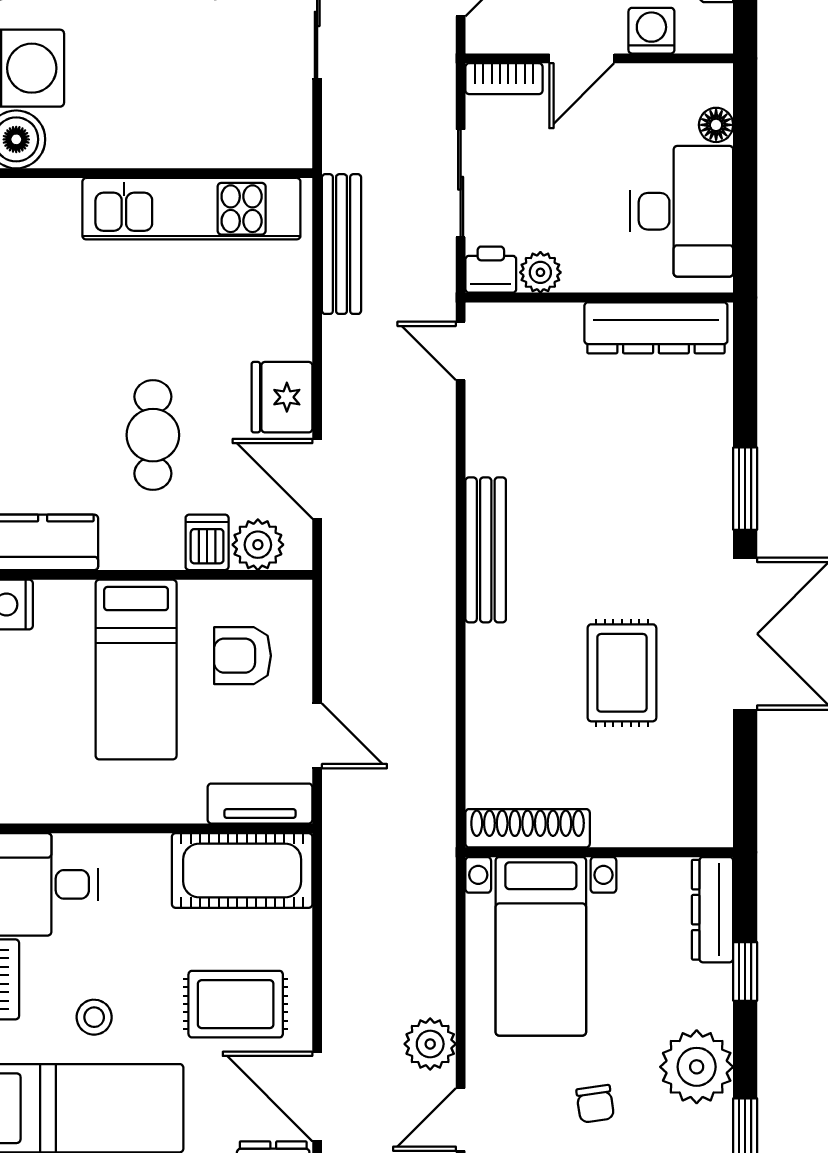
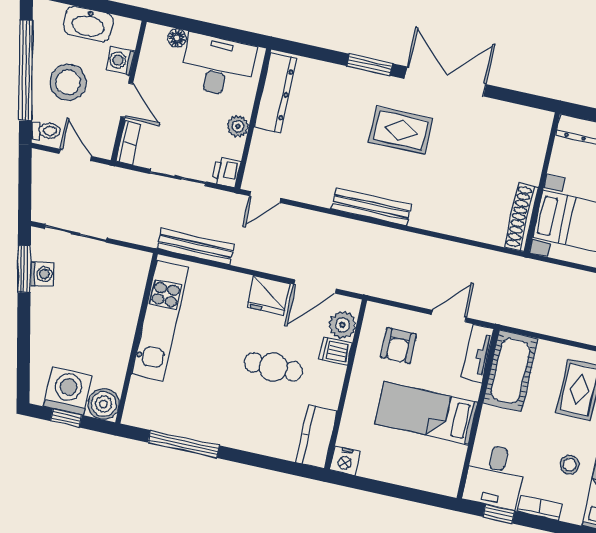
plant: (540, 272) -> (238, 126), moved
bed: (136, 670) -> (426, 413), moved, turned 180
rug: (622, 673) -> (401, 130), moved

